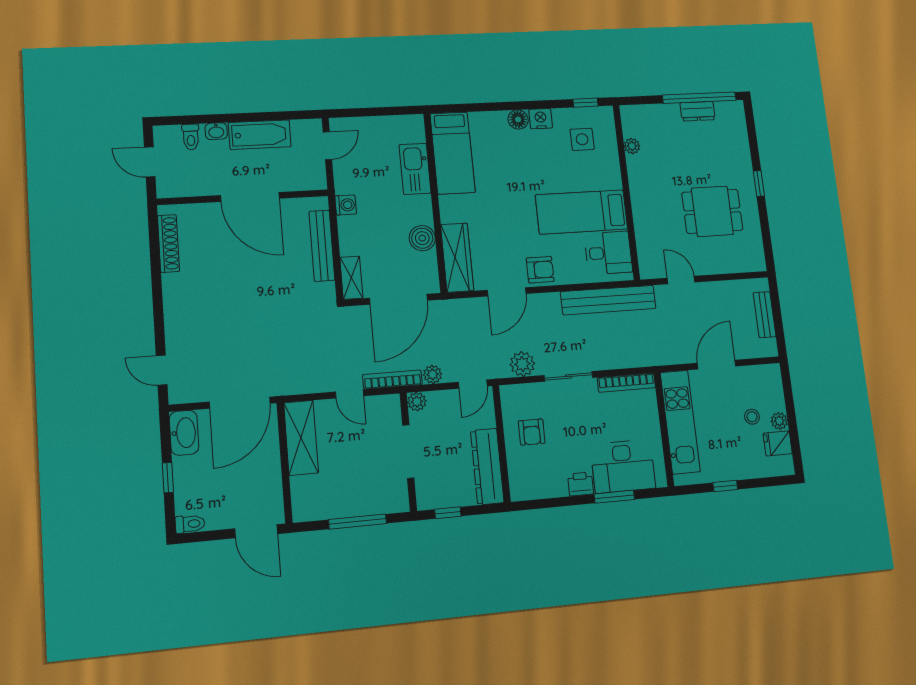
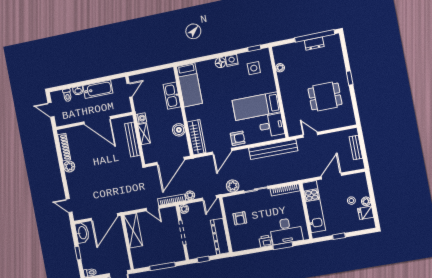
shelving: (351, 278) -> (144, 134), moved
plant: (174, 286) -> (69, 167), added

